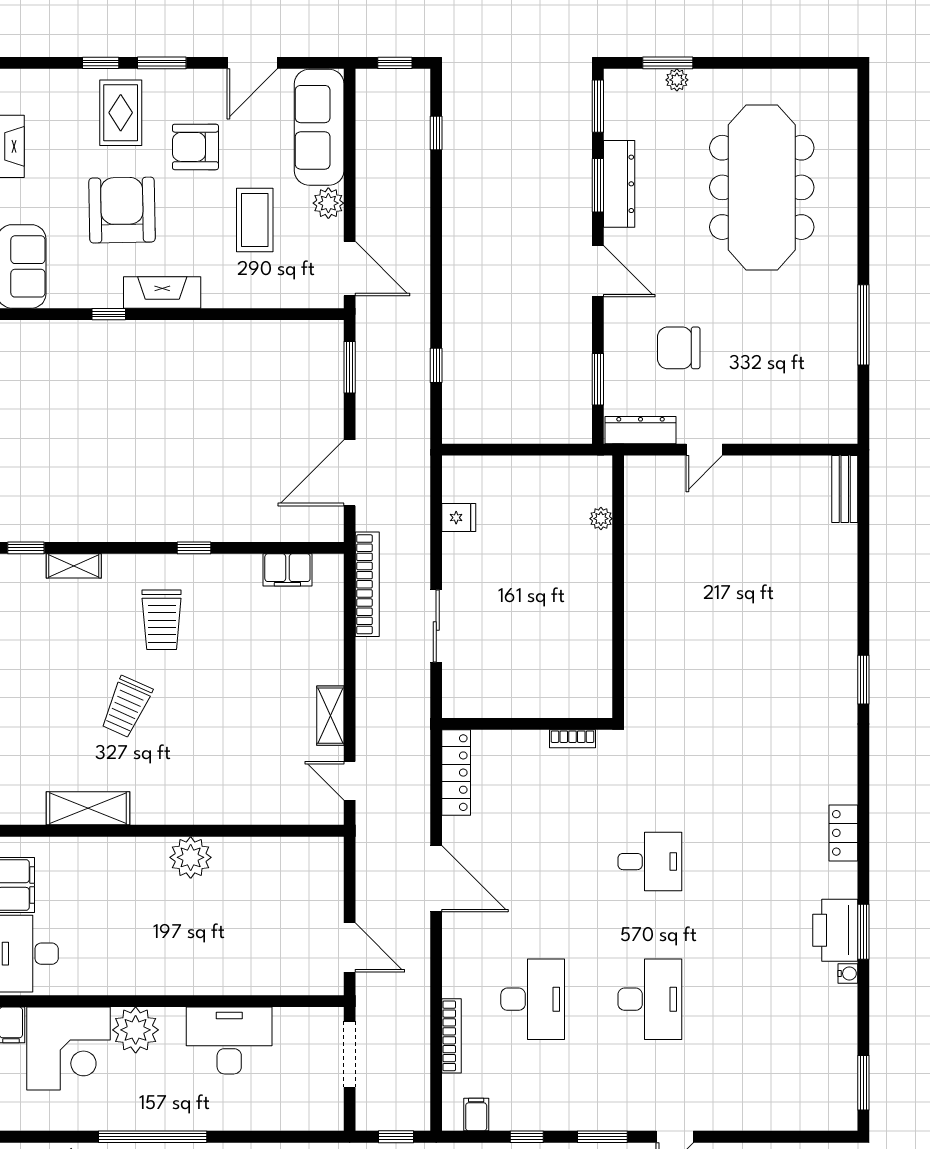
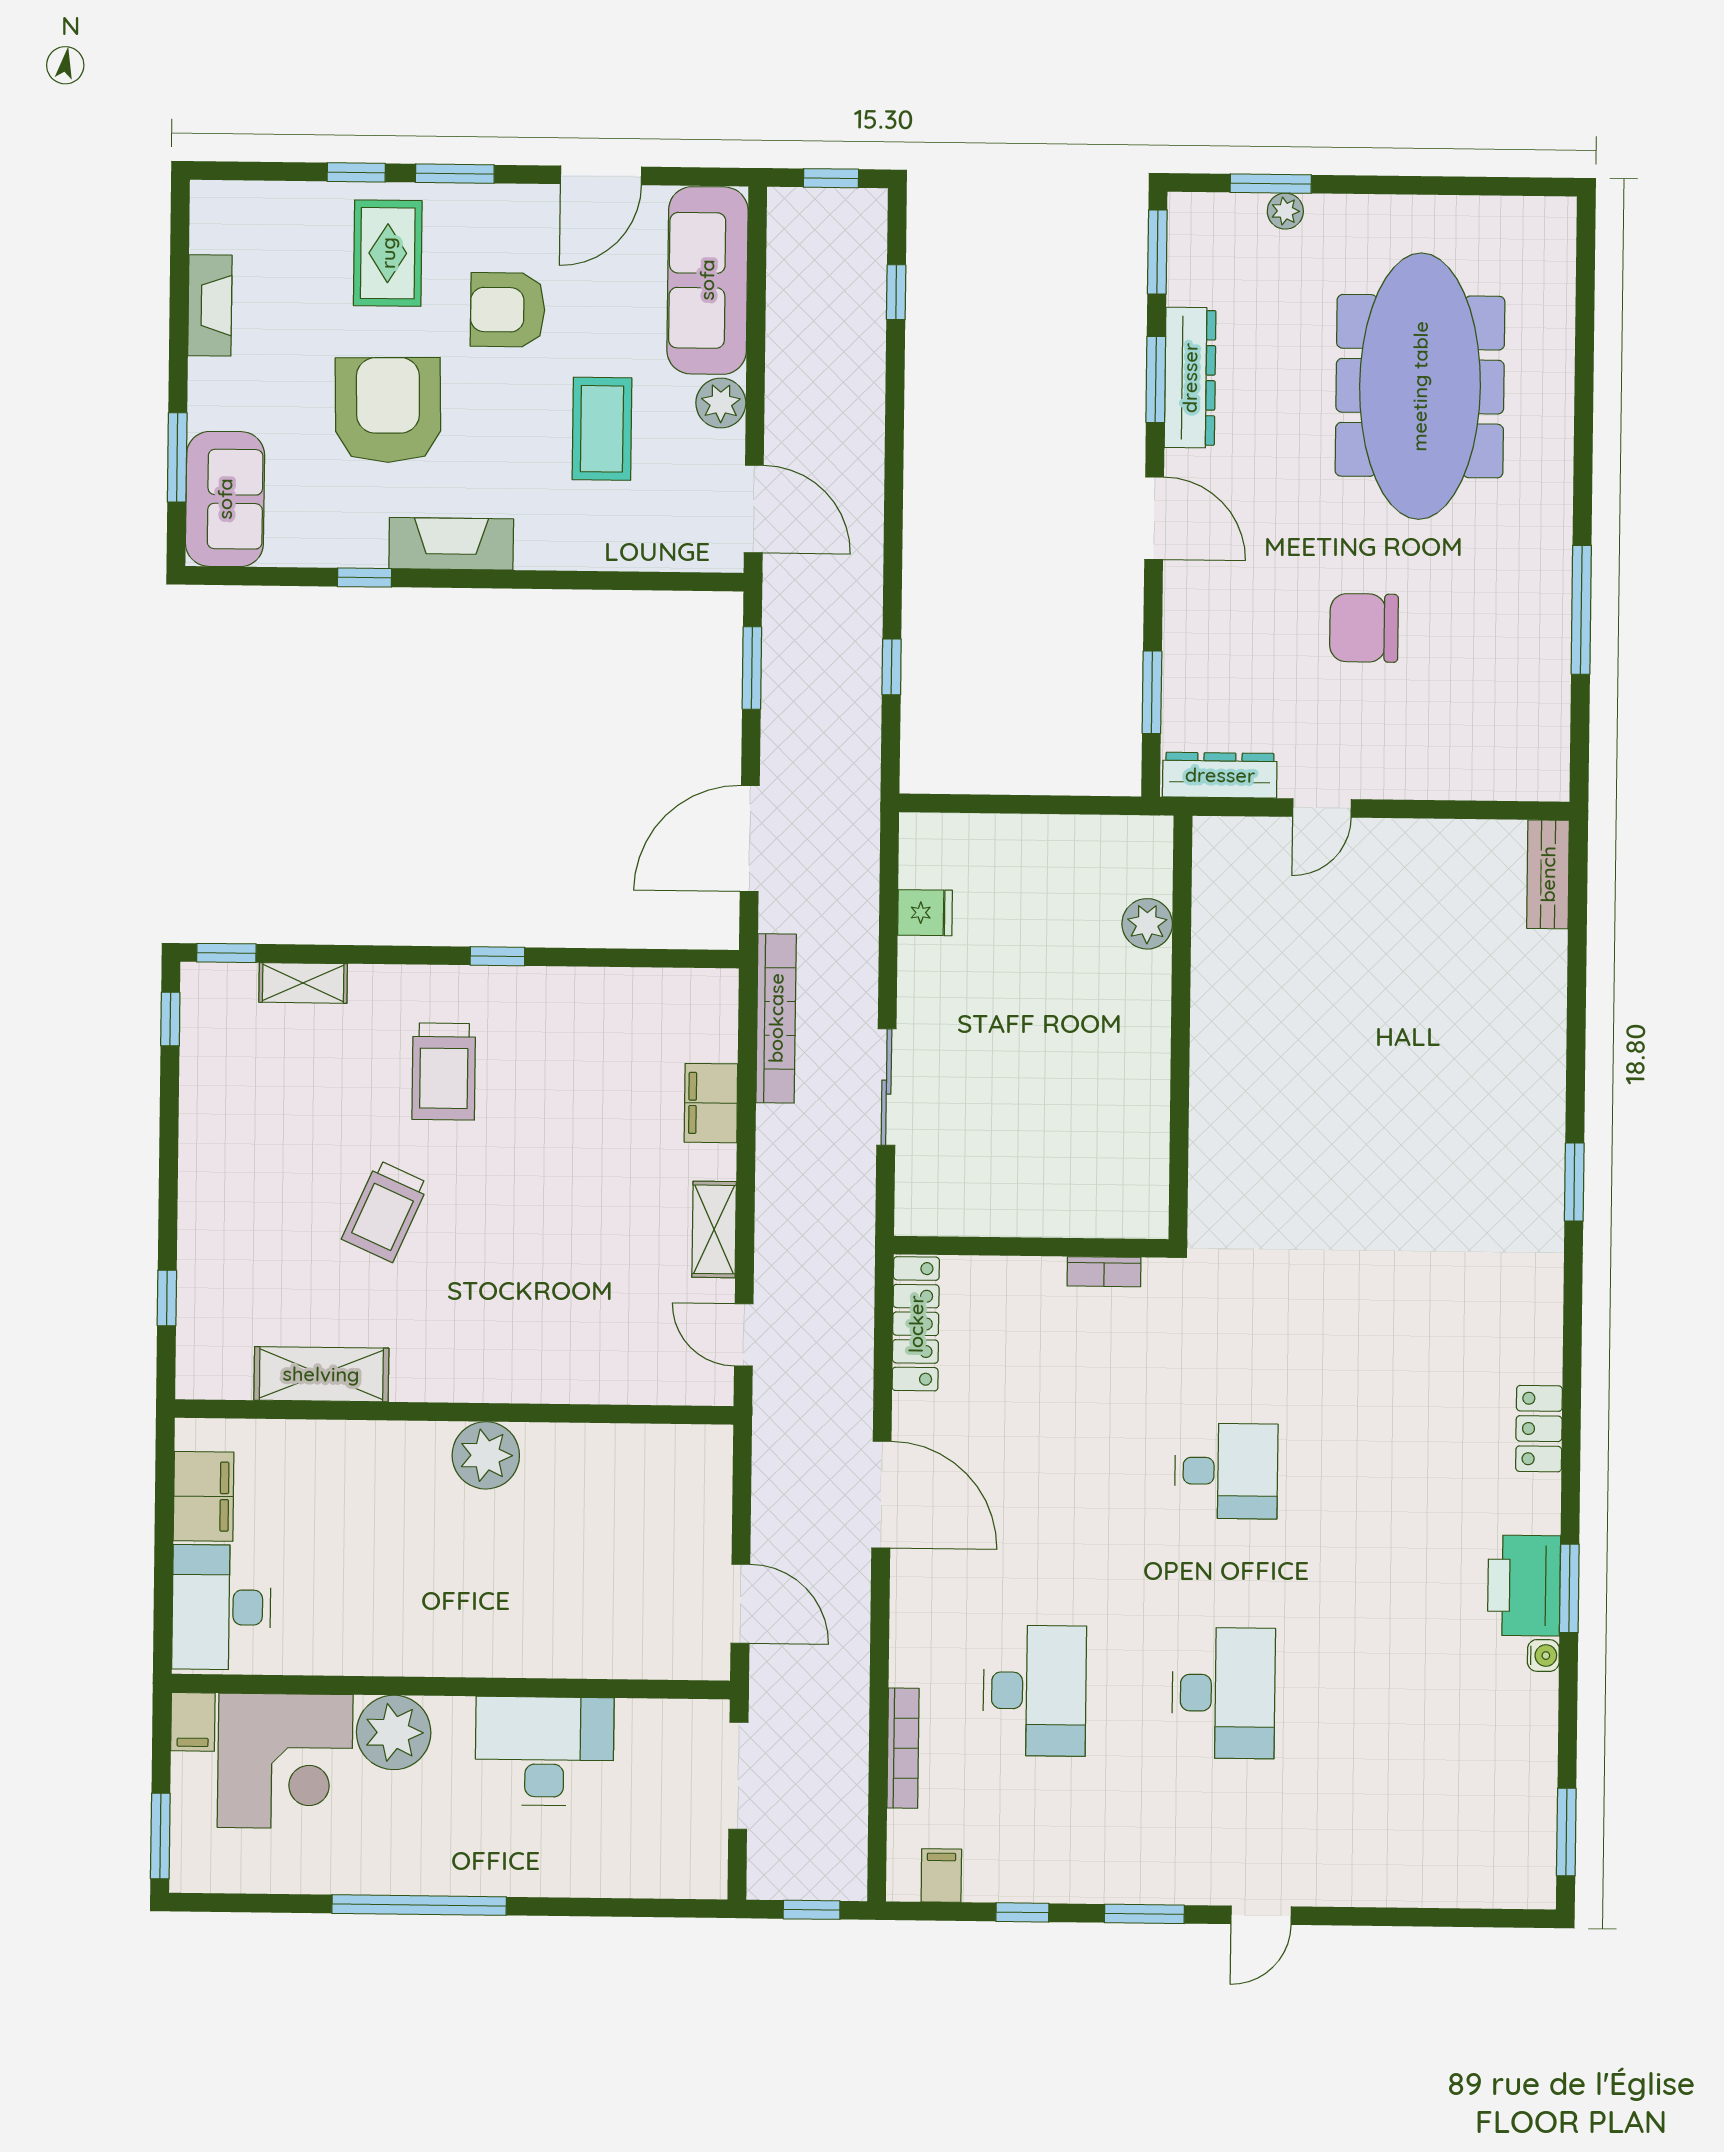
chair: (679, 348) -> (1364, 628), moved
plant: (601, 519) -> (1147, 924), width x1.38, depth x1.38
filing cabinet: (287, 570) -> (711, 1103), moved, turned 90

